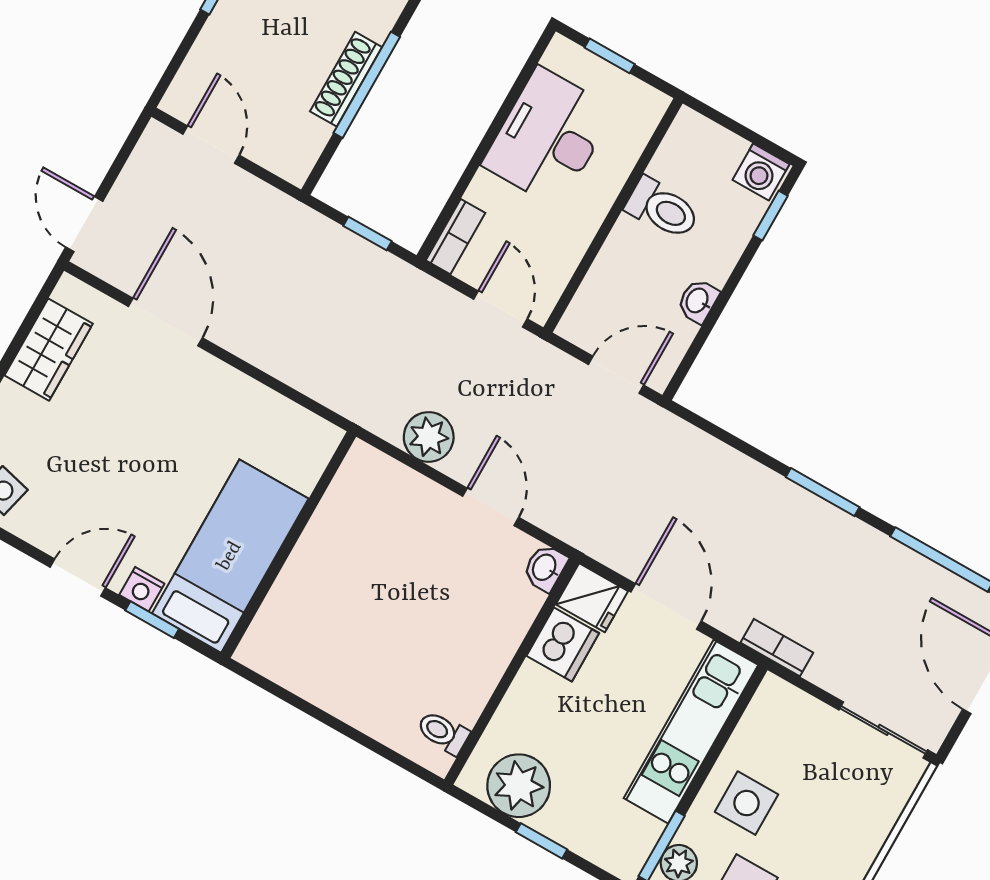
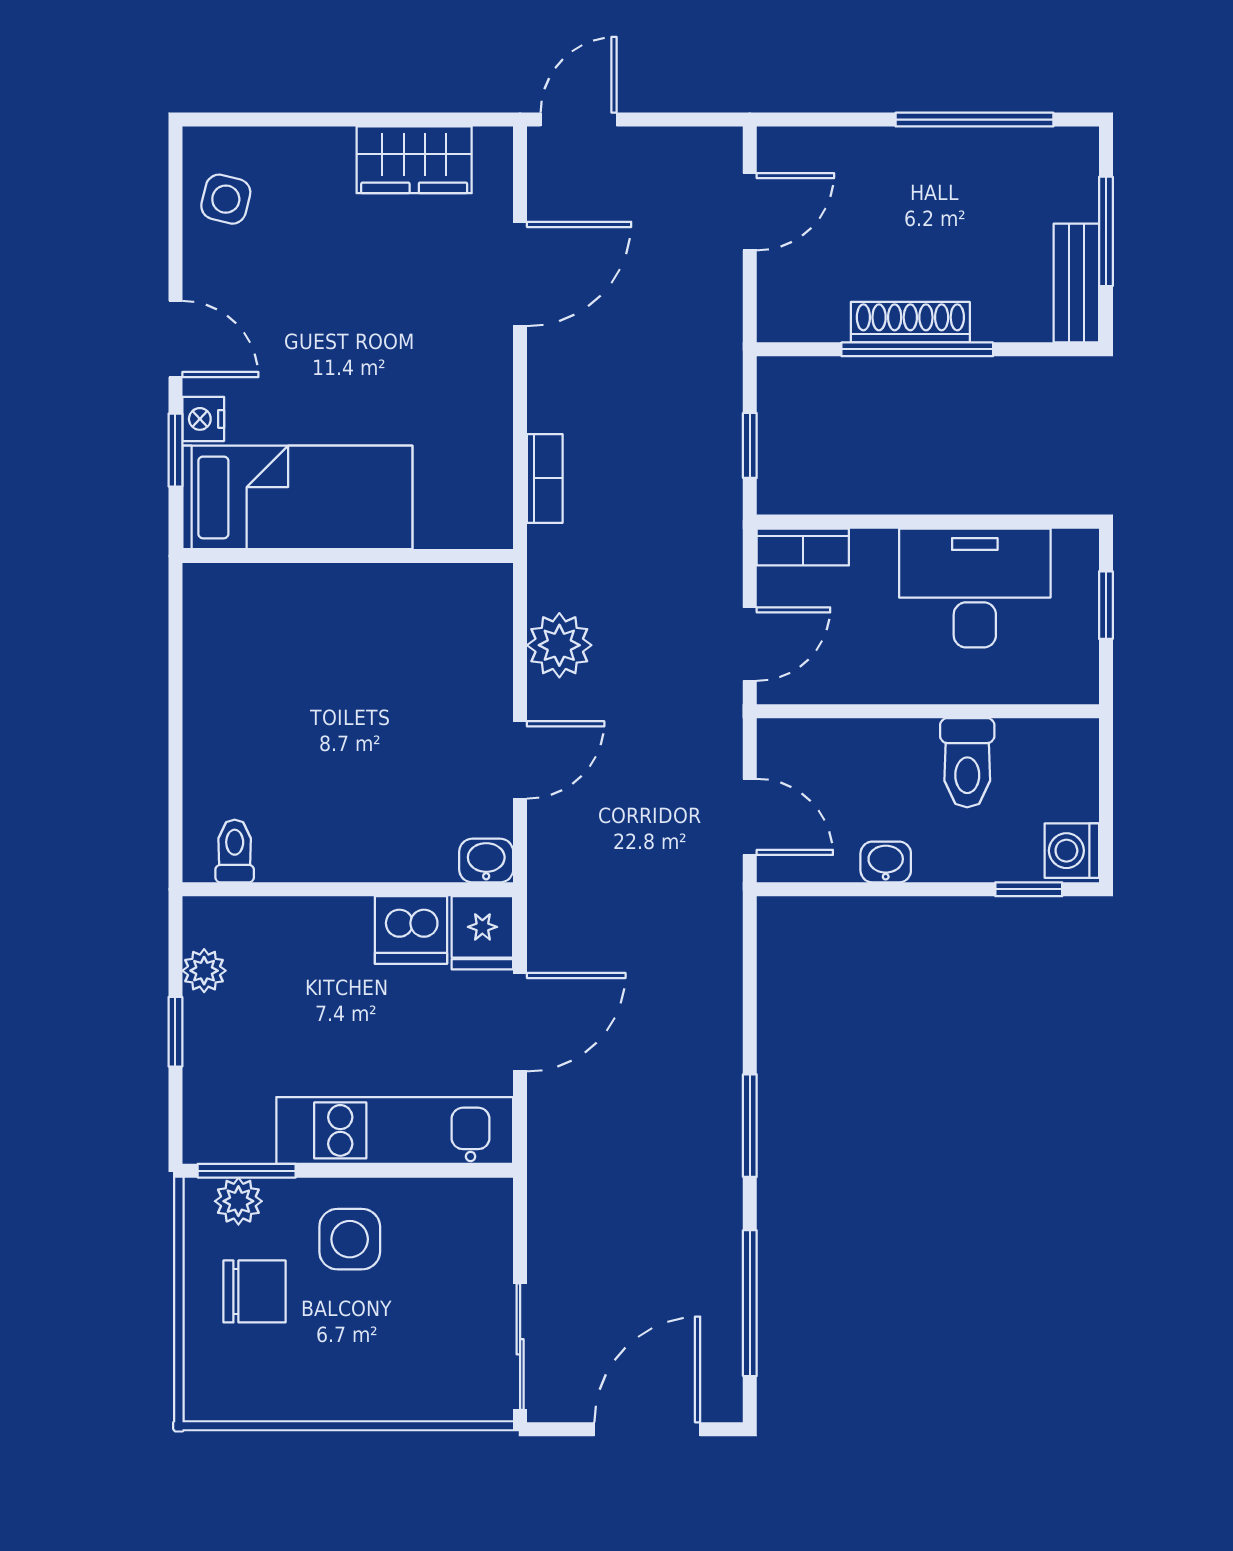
bookcase: (777, 648) -> (545, 478), moved
plant: (519, 786) -> (204, 971), width x0.53, depth x0.53

